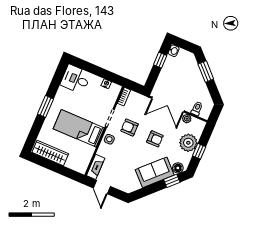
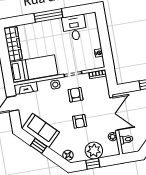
desk: (76, 79) -> (75, 28), moved
double door: (168, 105) -> (114, 114), swing flipped
window: (45, 106) -> (48, 16), width x1.44
bed: (79, 128) -> (34, 68), moved, turned 90
sofa: (155, 172) -> (41, 130), moved
window: (172, 181) -> (39, 146), moved

